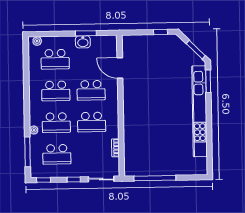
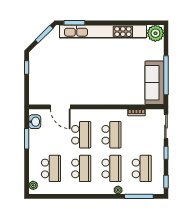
washbasin: (83, 42) -> (35, 122), moved
door: (120, 68) -> (60, 107), hinge flipped
sofa: (147, 166) -> (154, 83), added
plant: (199, 166) -> (155, 33), added

